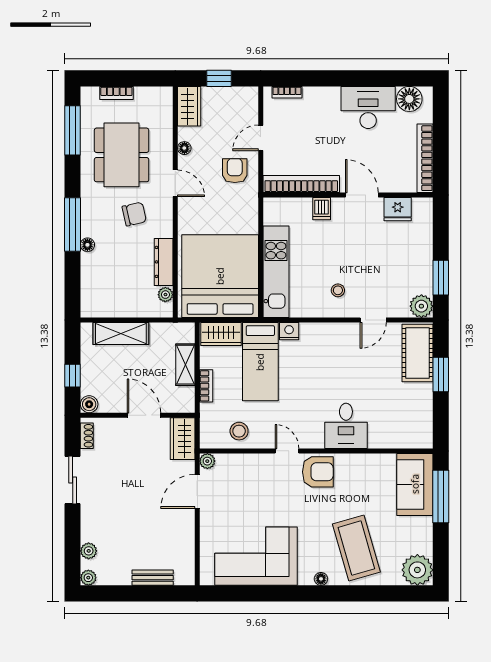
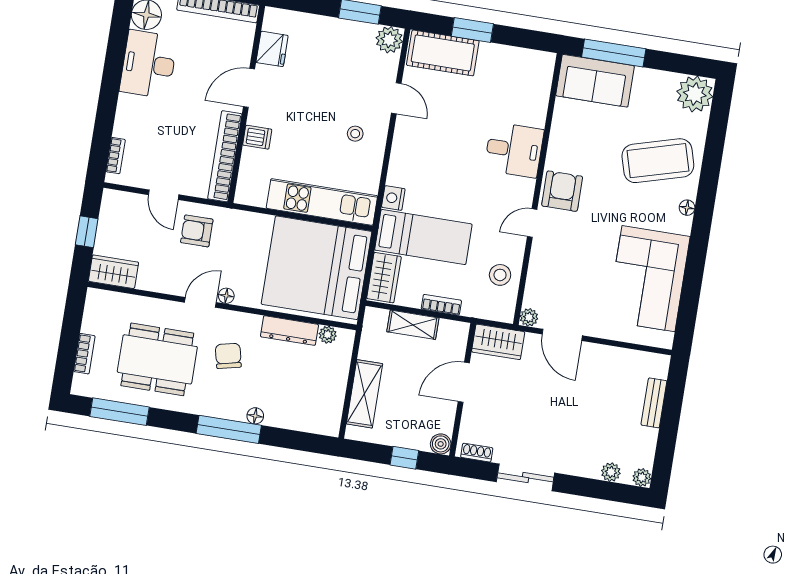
floor lamp: (184, 148) -> (226, 296), moved

